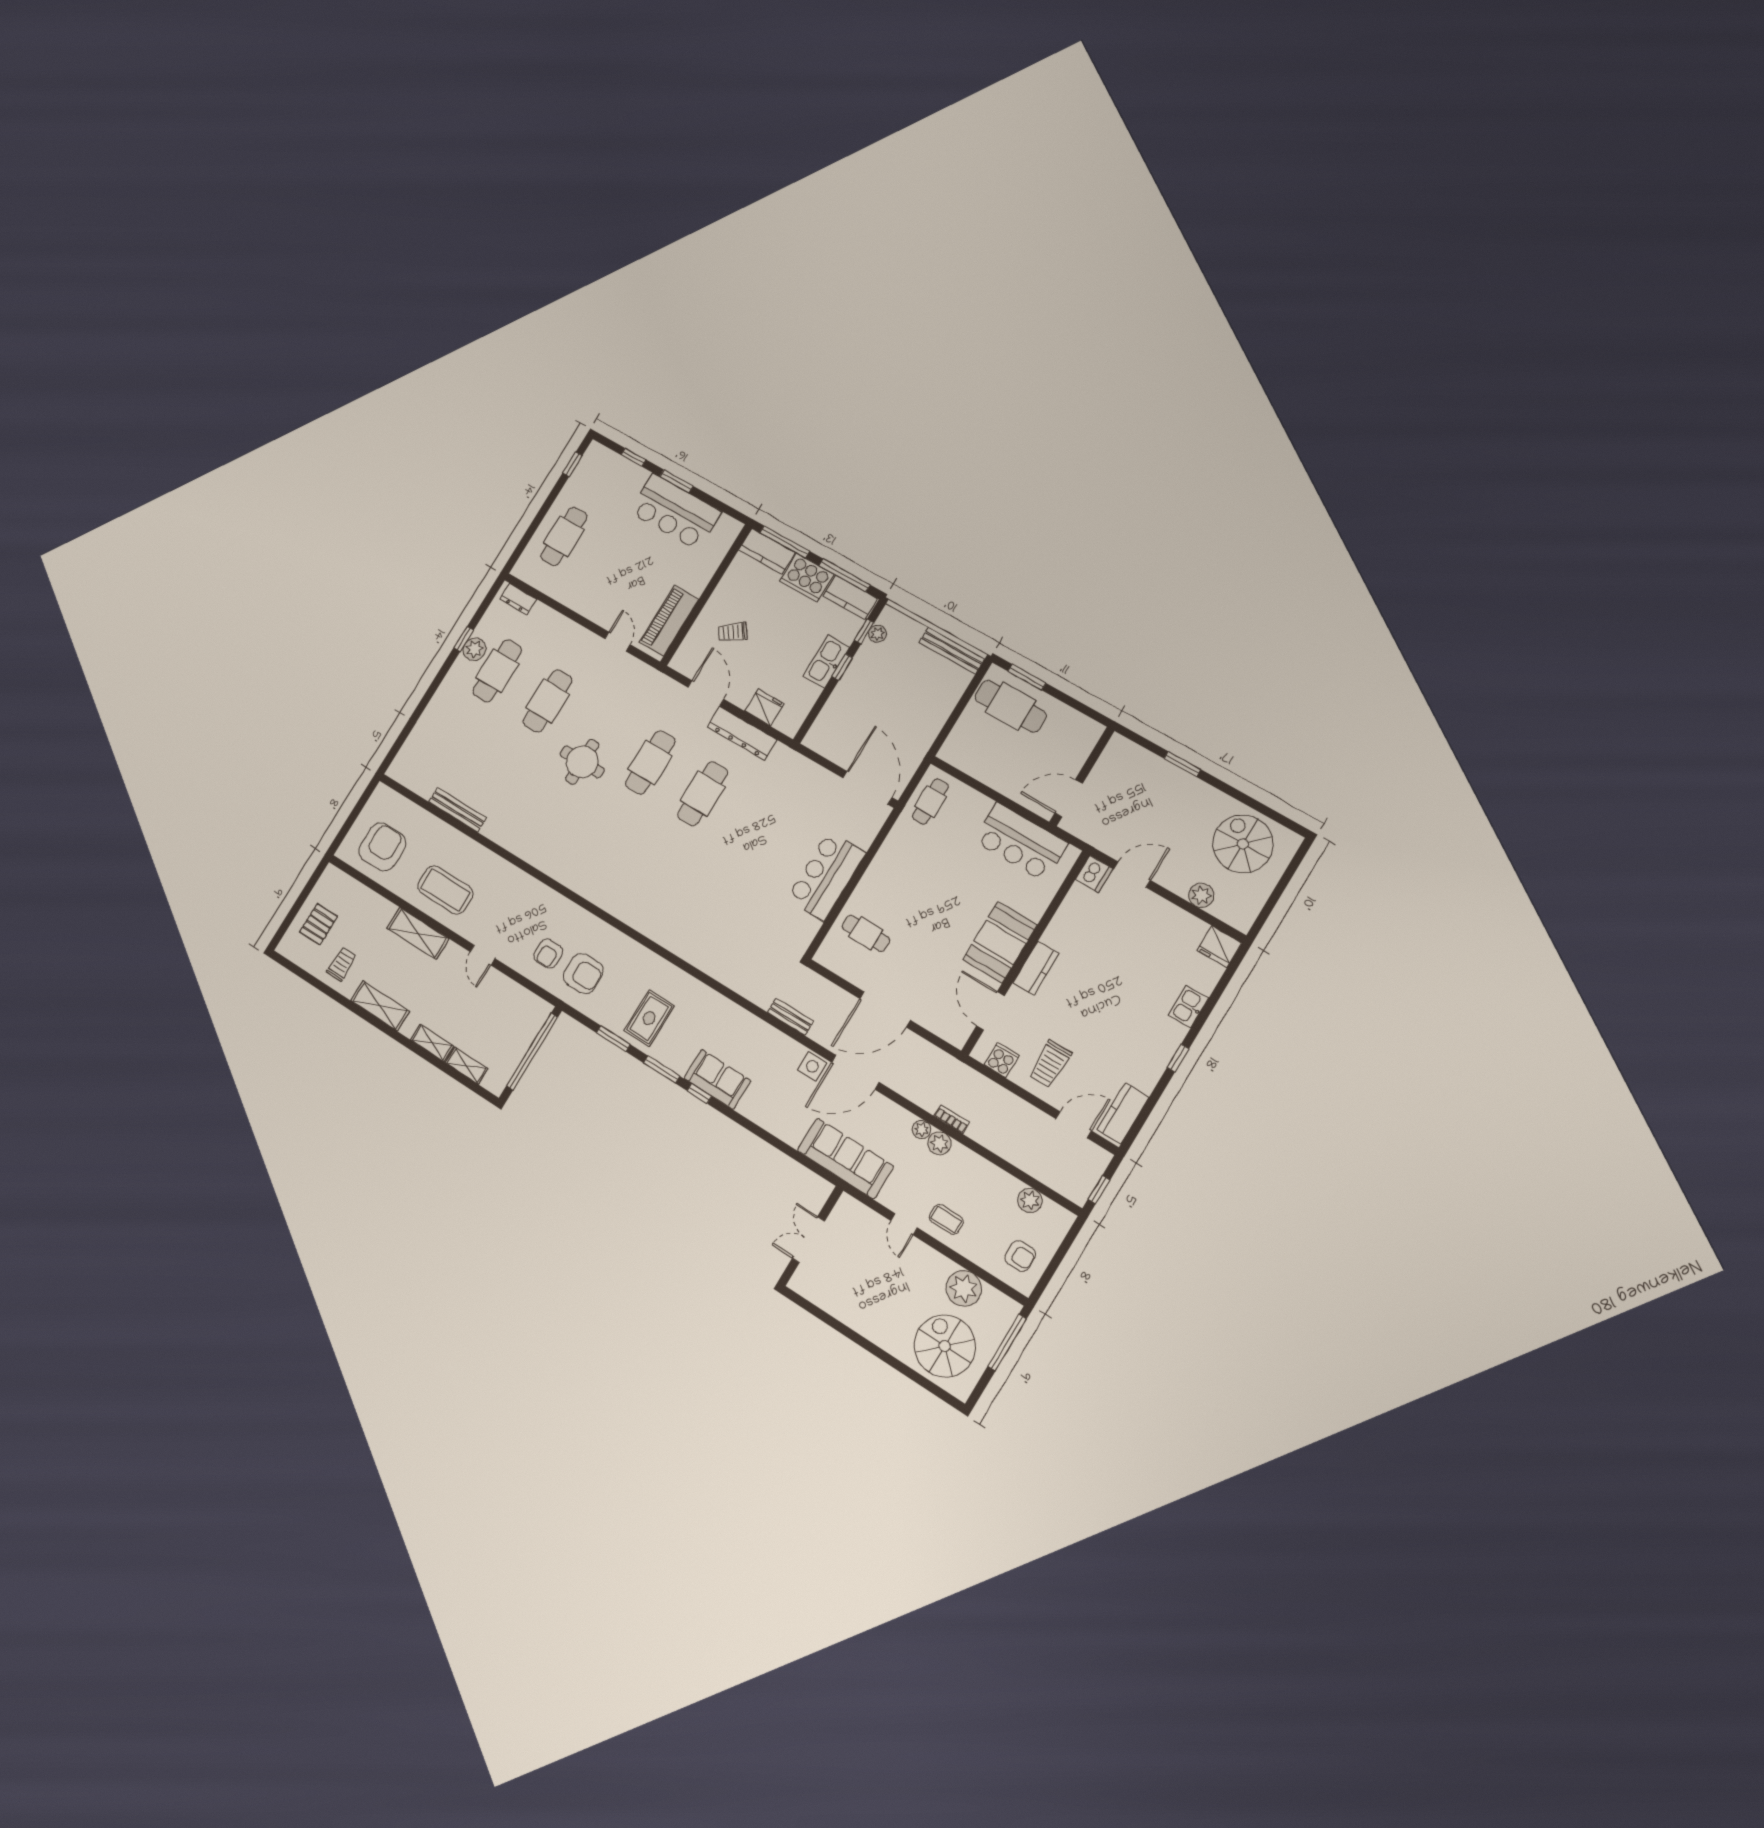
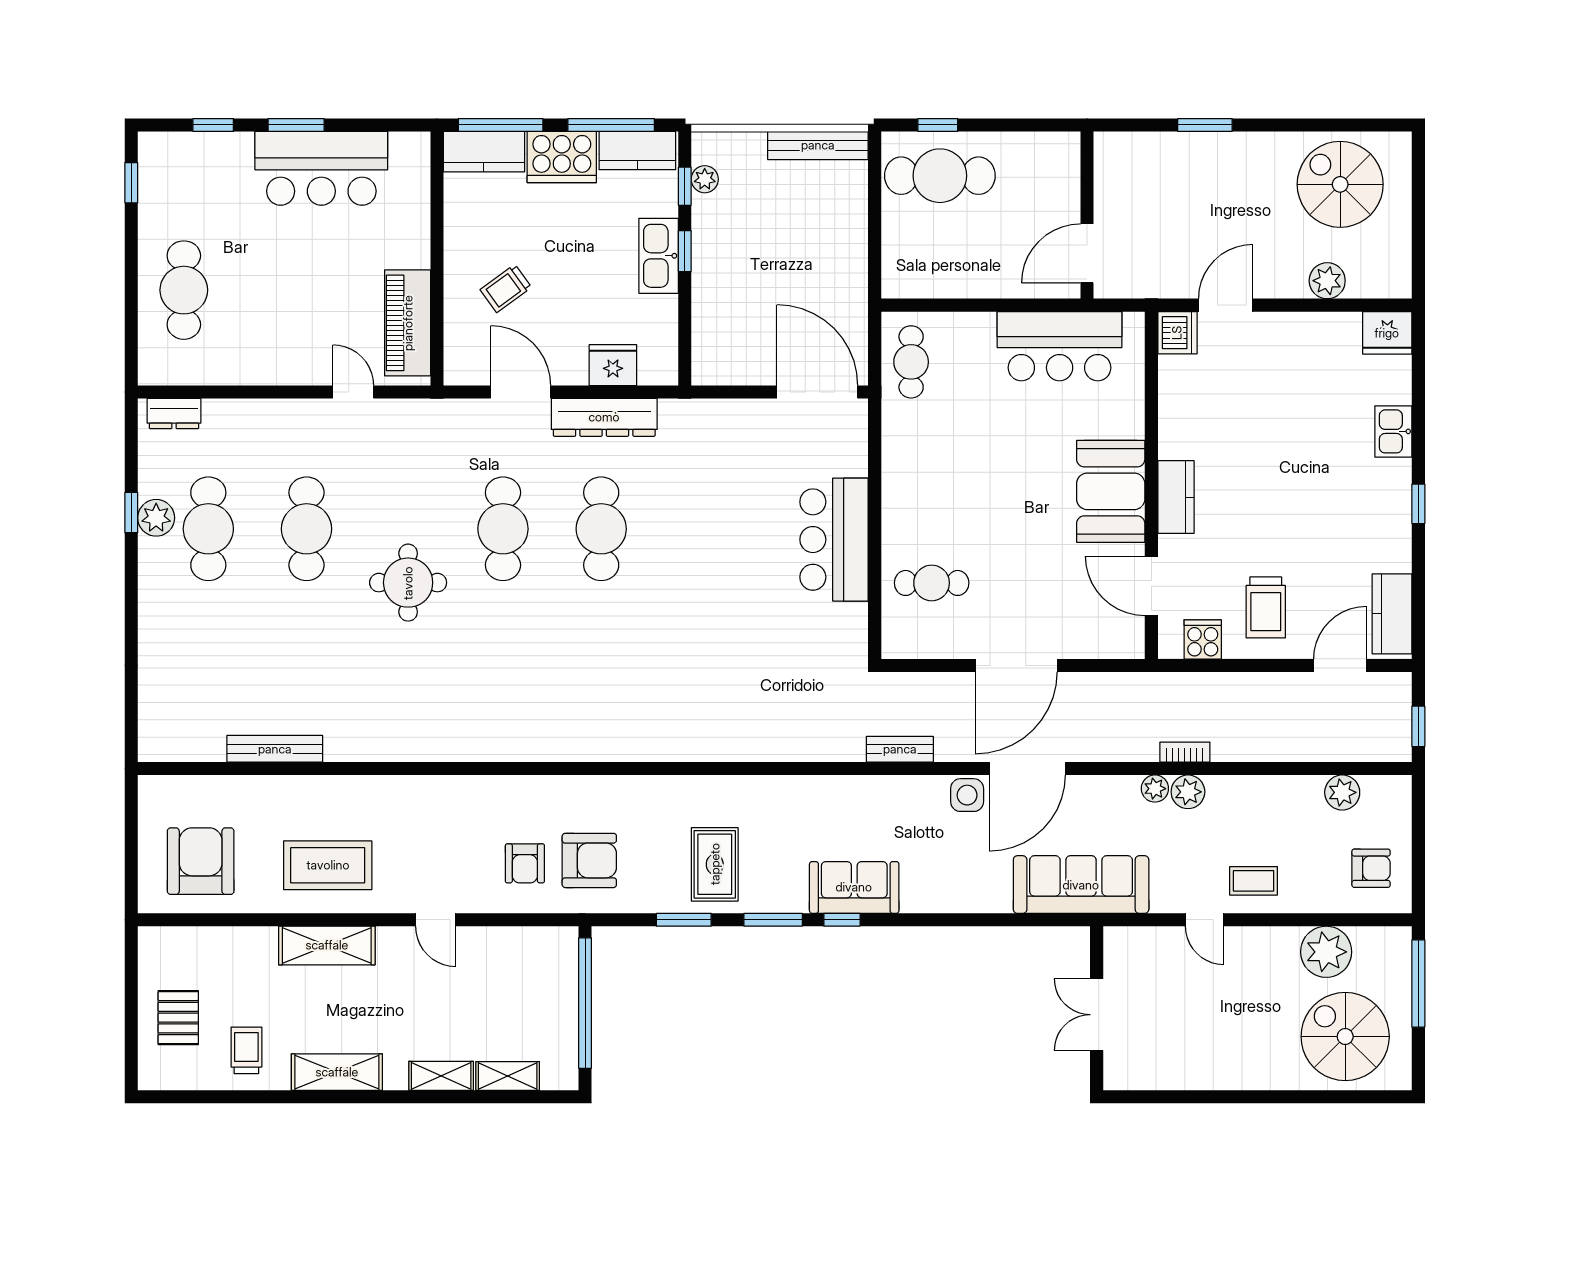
window: (1027, 677) -> (938, 125), width x0.67

